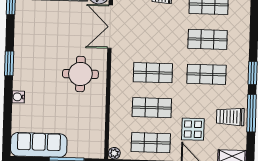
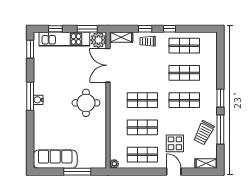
window: (9, 63) -> (30, 96), width x1.44
water cooler: (18, 97) -> (38, 100), moved
trolley: (230, 117) -> (204, 133), turned -63

